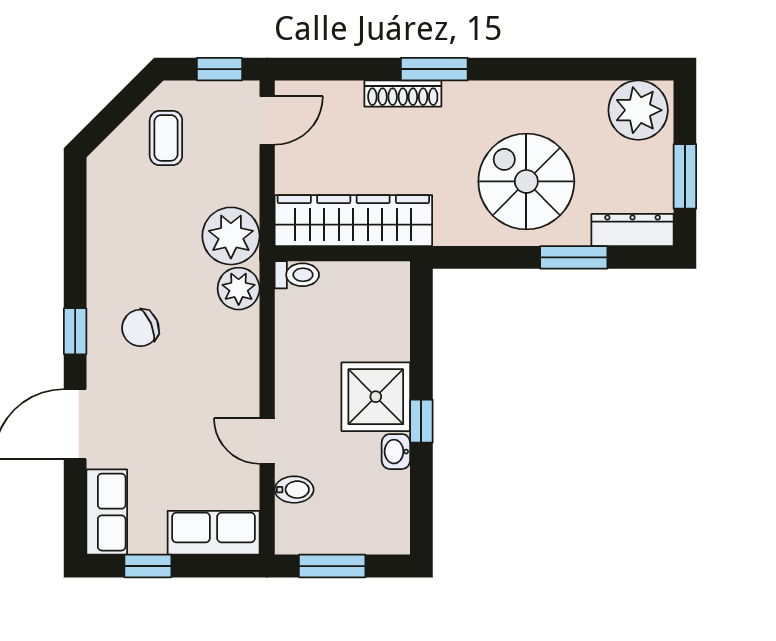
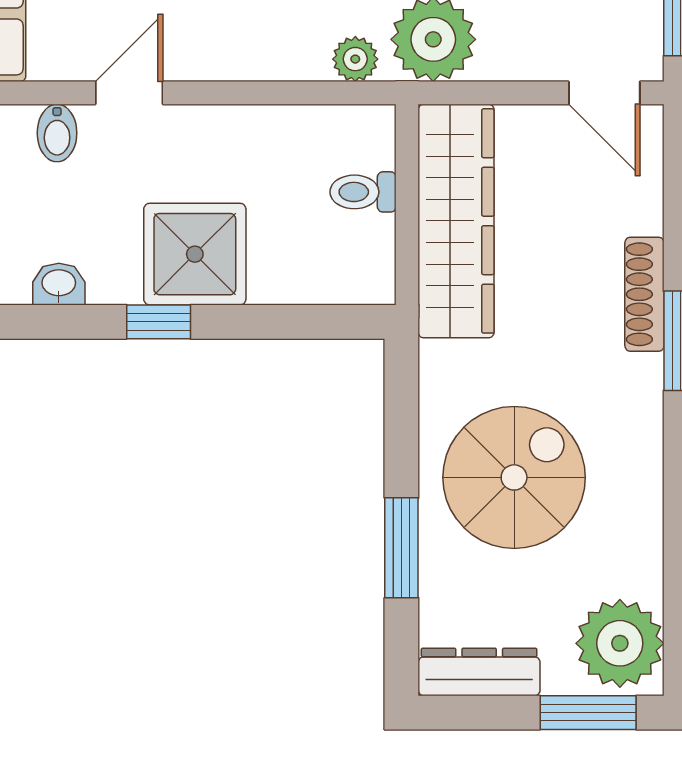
window: (685, 176) -> (588, 713), moved
dresser: (633, 230) -> (479, 672), moved, turned -90
toilet: (297, 275) -> (363, 192), moved, turned 90
plant: (239, 289) -> (355, 59), width x0.73, depth x0.73
washbasin: (396, 452) -> (59, 284), moved

